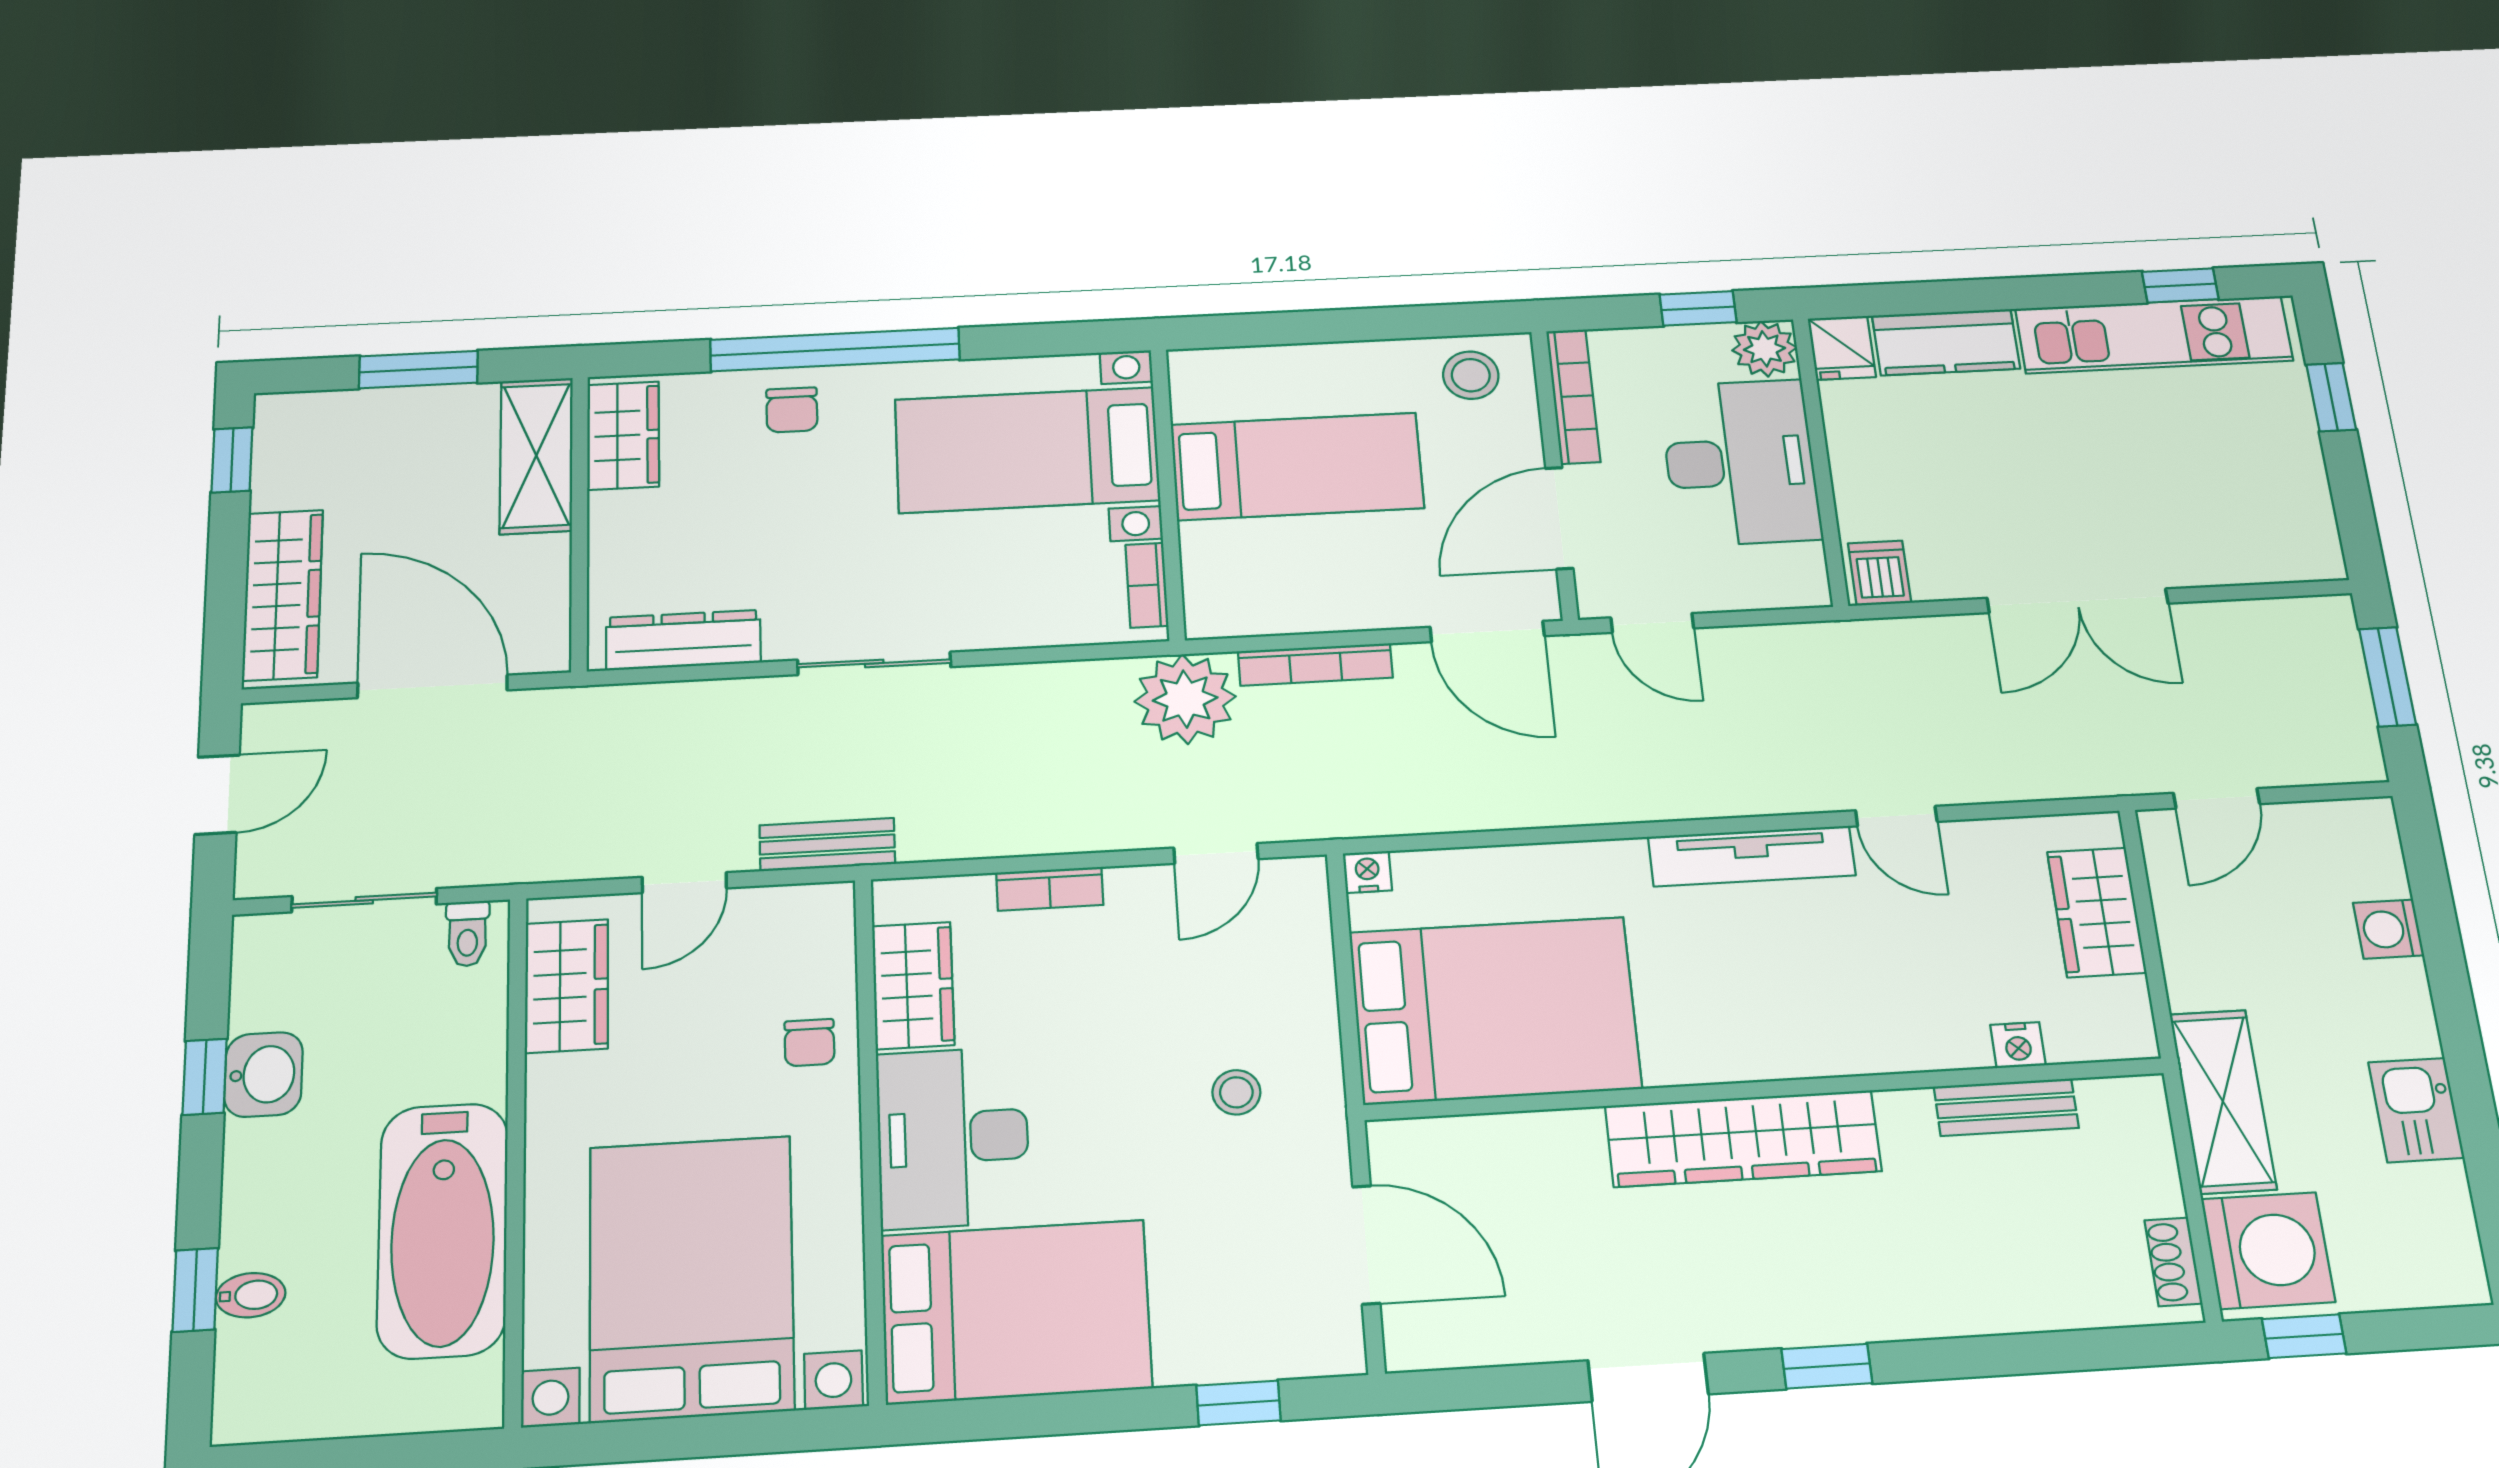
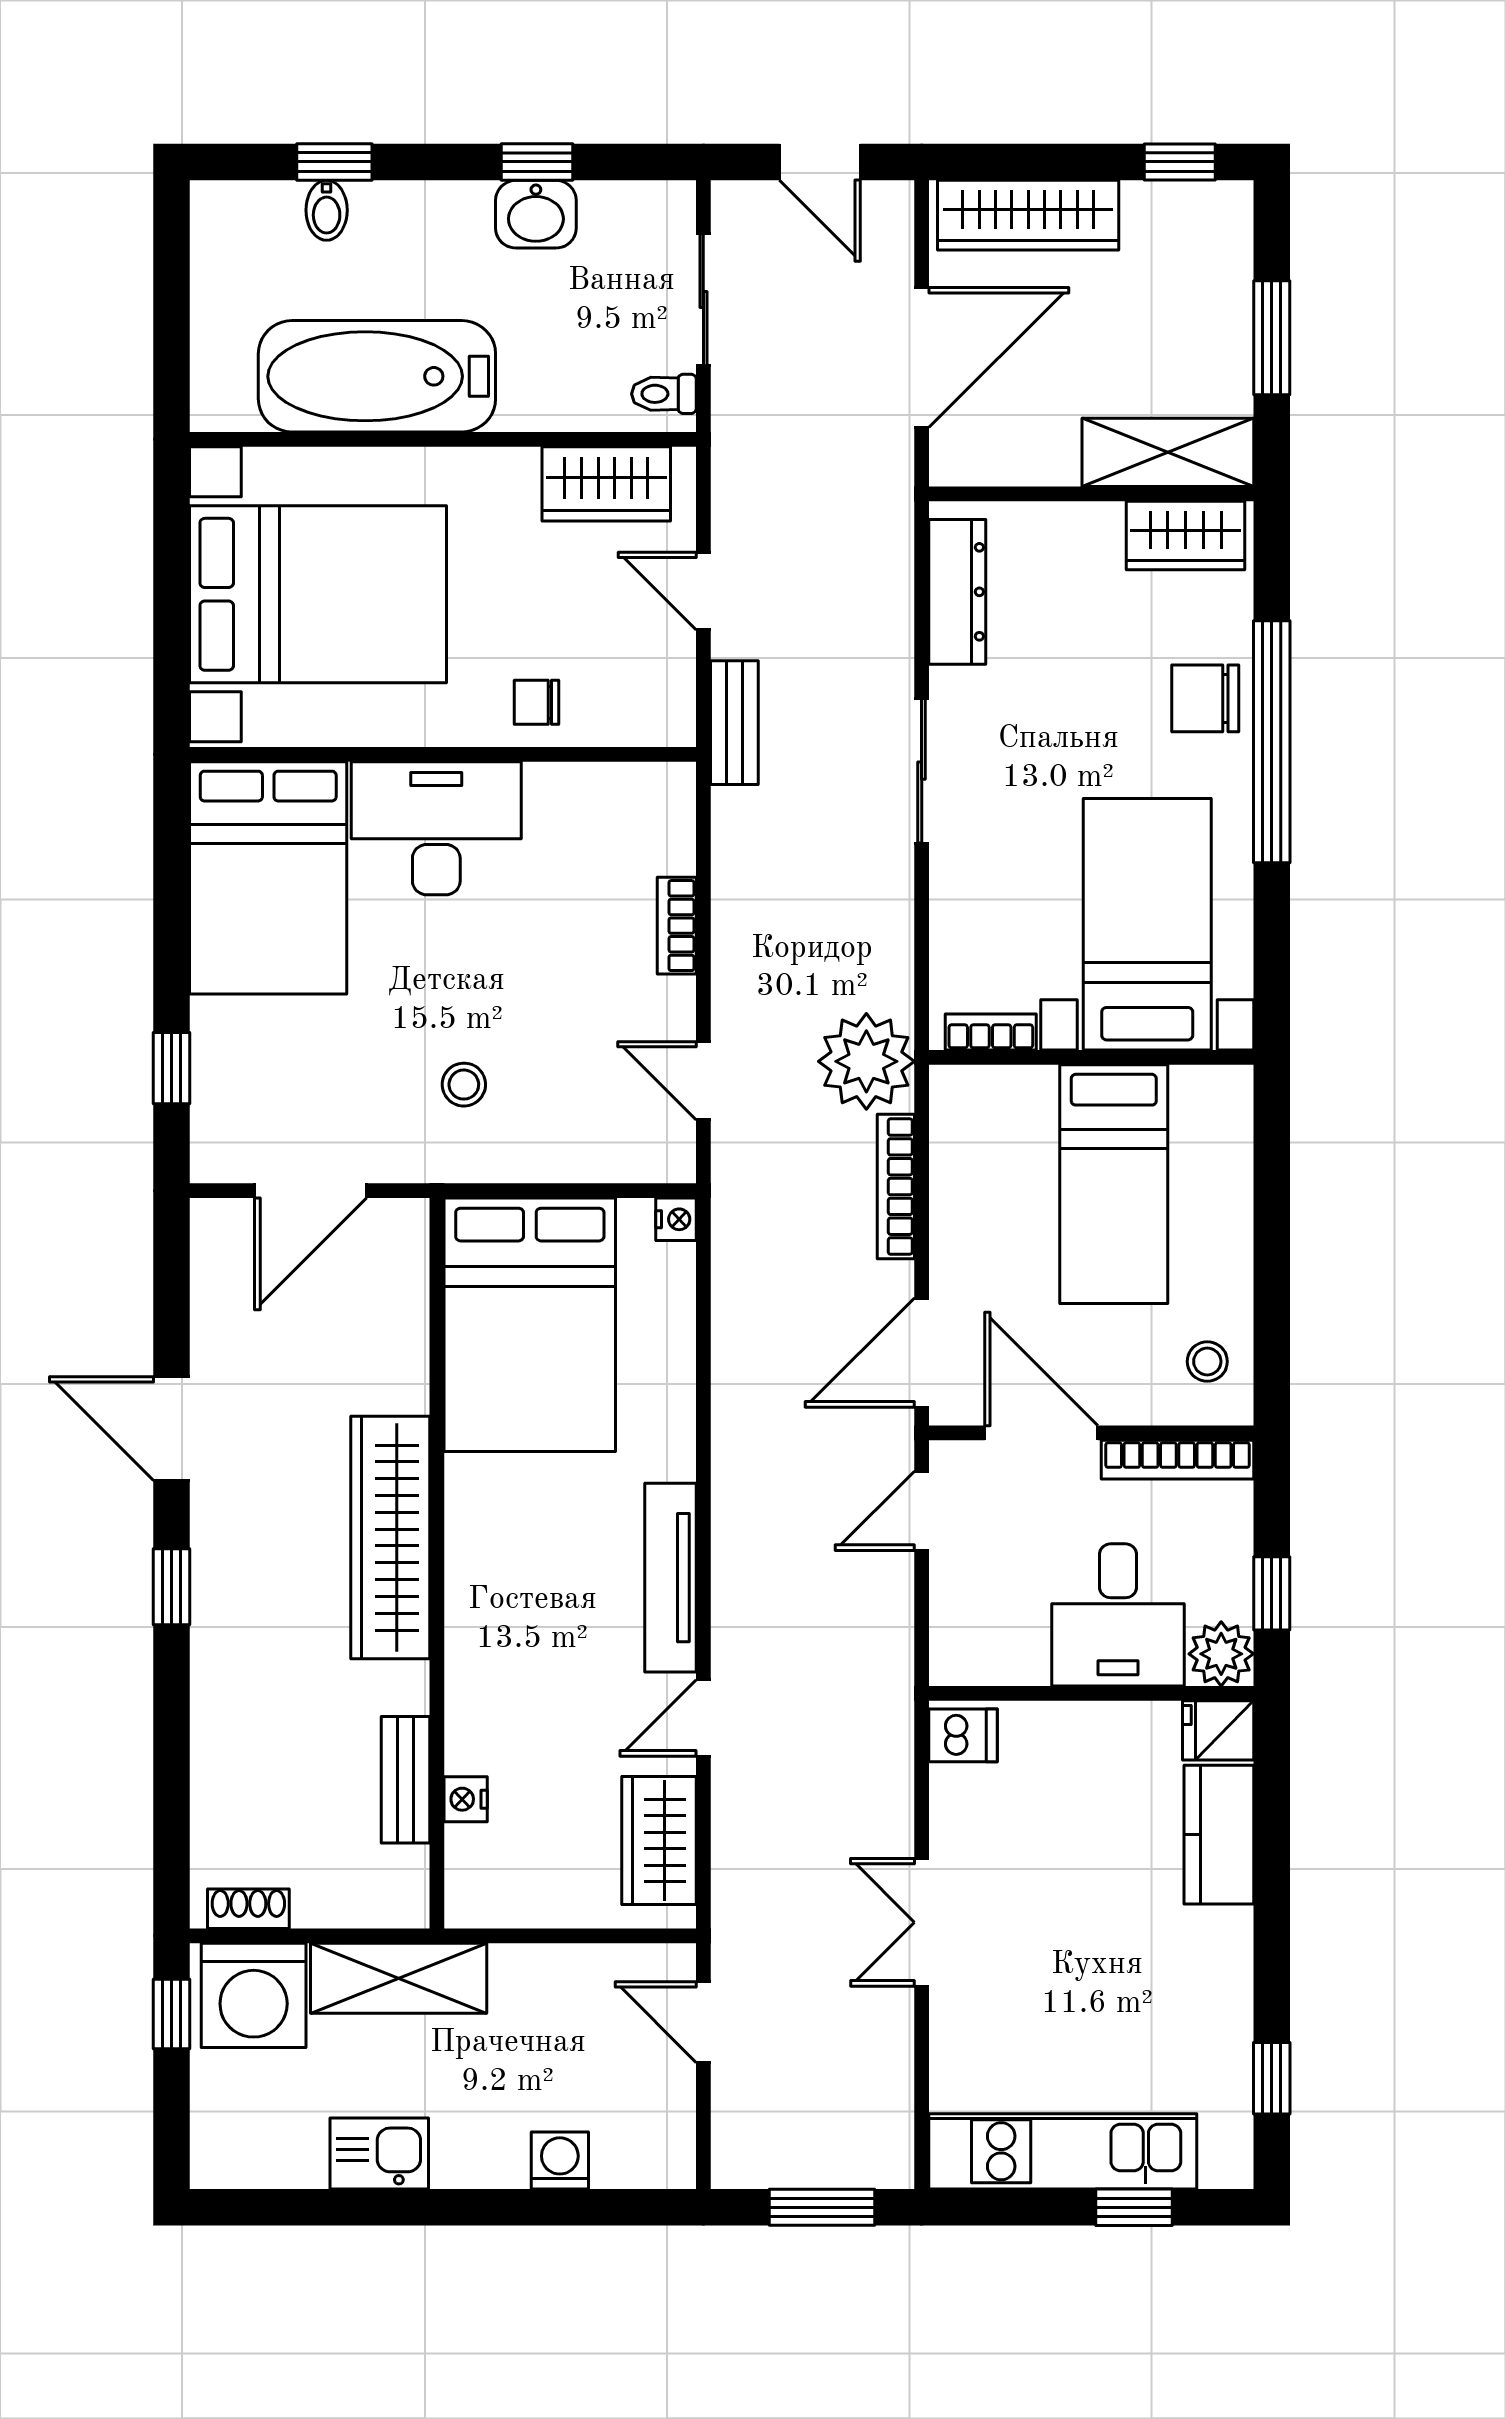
kitchen unit: (2154, 335) -> (1063, 2151), moved, turned 90
stool: (1471, 375) -> (1207, 1361), width x0.73, depth x0.73
chair: (792, 410) -> (1205, 698), width x1.37, depth x1.37
desk: (1740, 462) -> (1118, 1615), width x0.73
double door: (2078, 601) -> (922, 1922), width x0.73
wardrobe: (2097, 912) -> (659, 1840), moved, turned -90
wardrobe: (913, 985) -> (587, 797), removed

